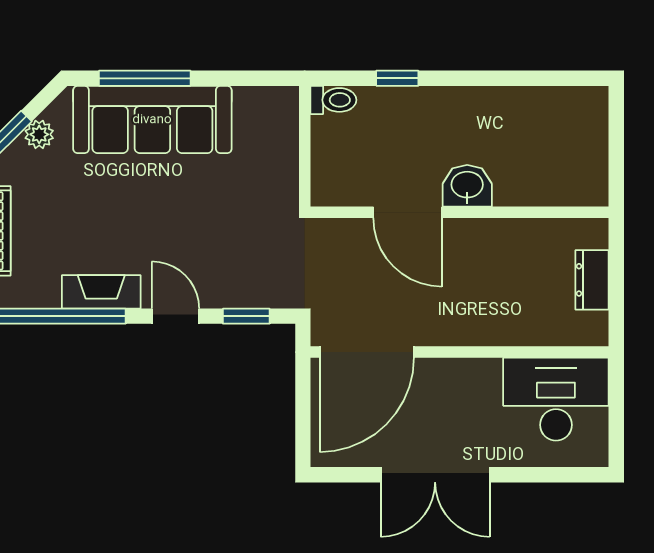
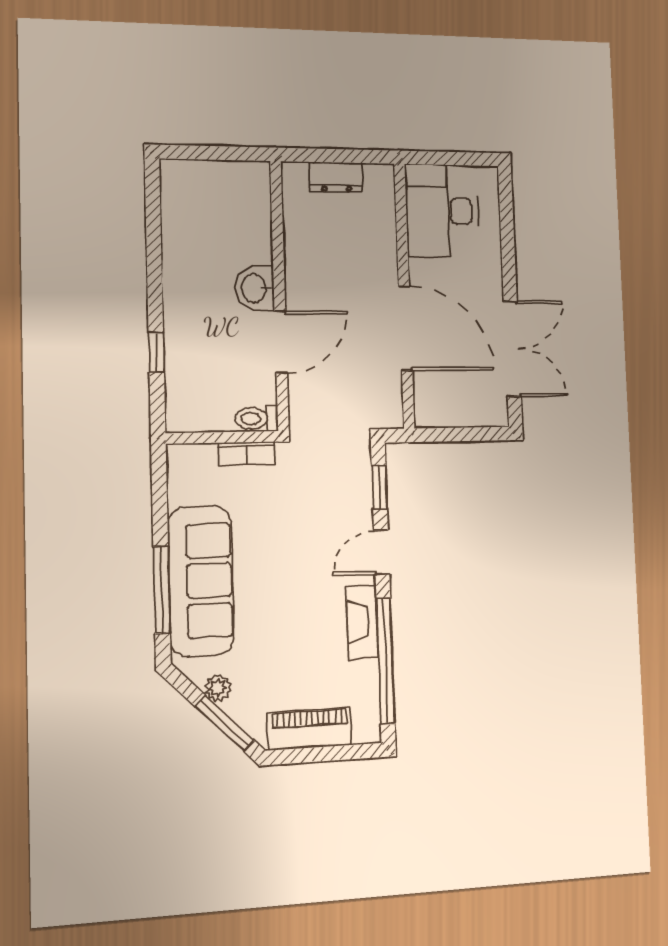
toilet: (333, 100) -> (257, 418), moved, turned -90
bookcase: (287, 172) -> (247, 453), added
door: (367, 352) -> (405, 328), moved
double door: (435, 475) -> (512, 349), moved

